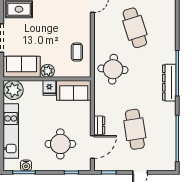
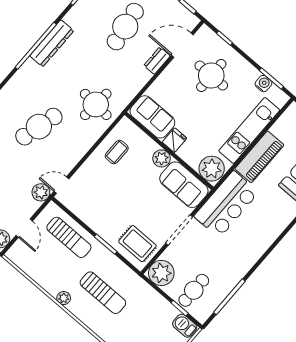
cafe table: (135, 28) -> (39, 127), turned 33

